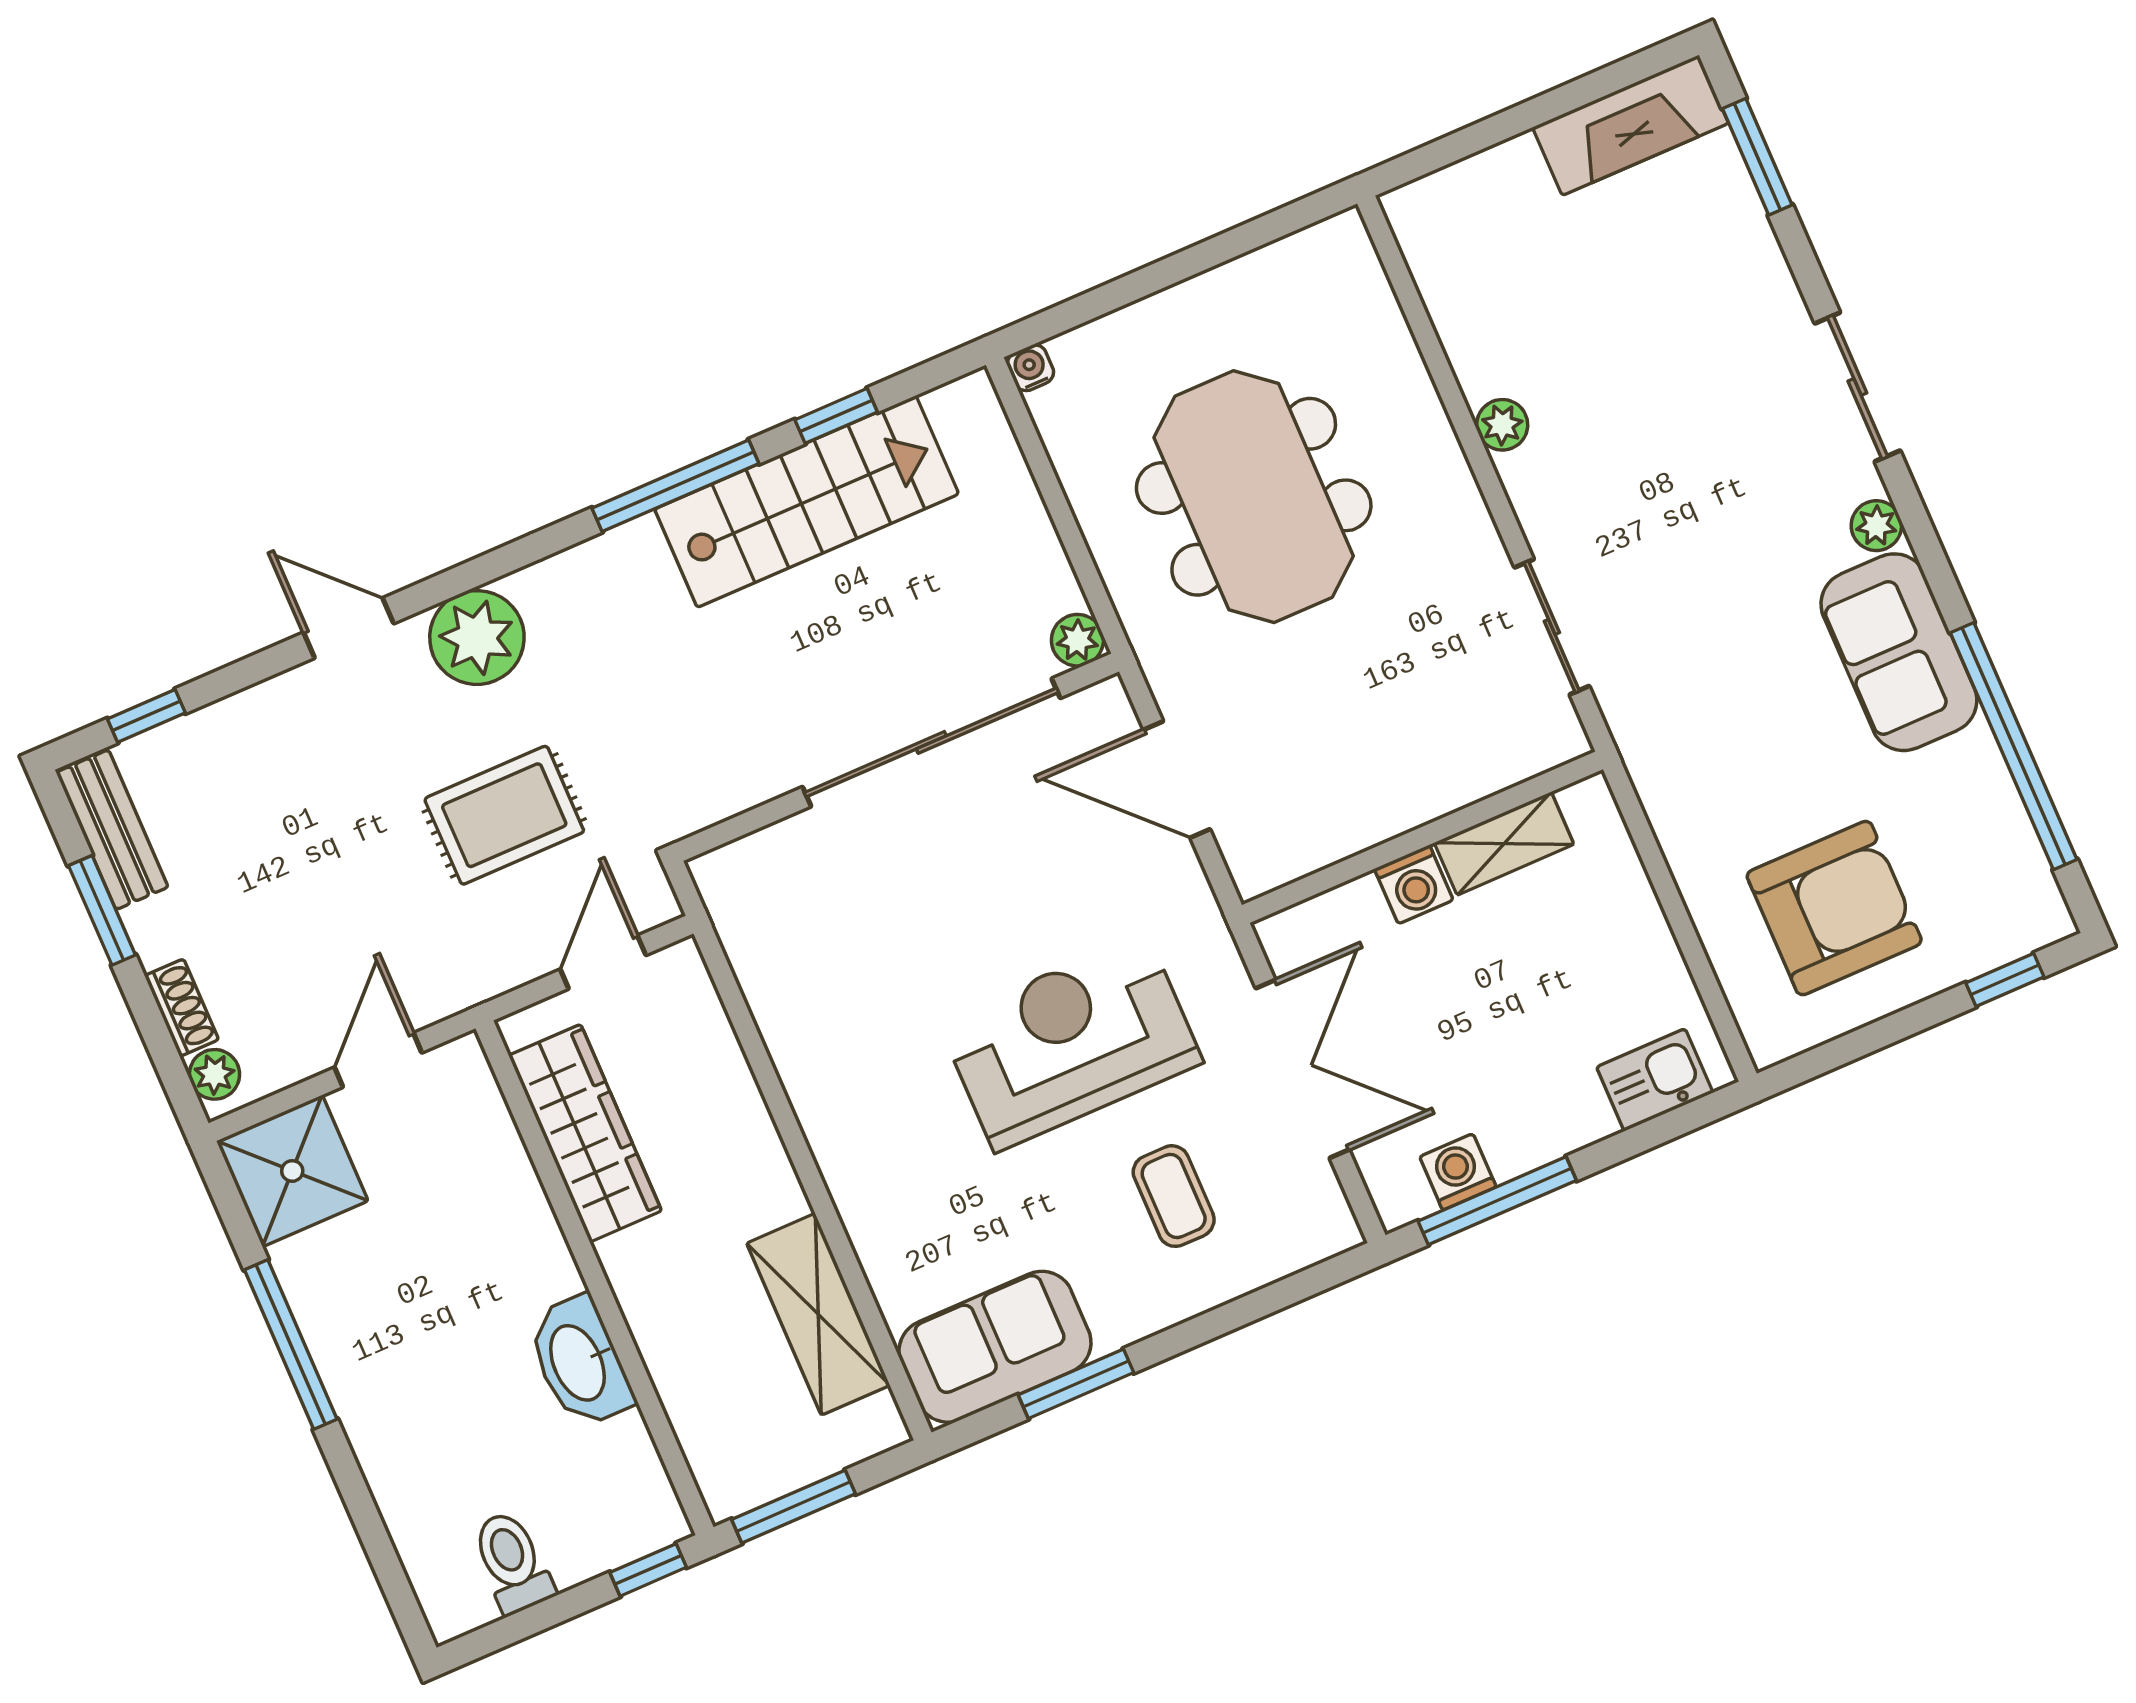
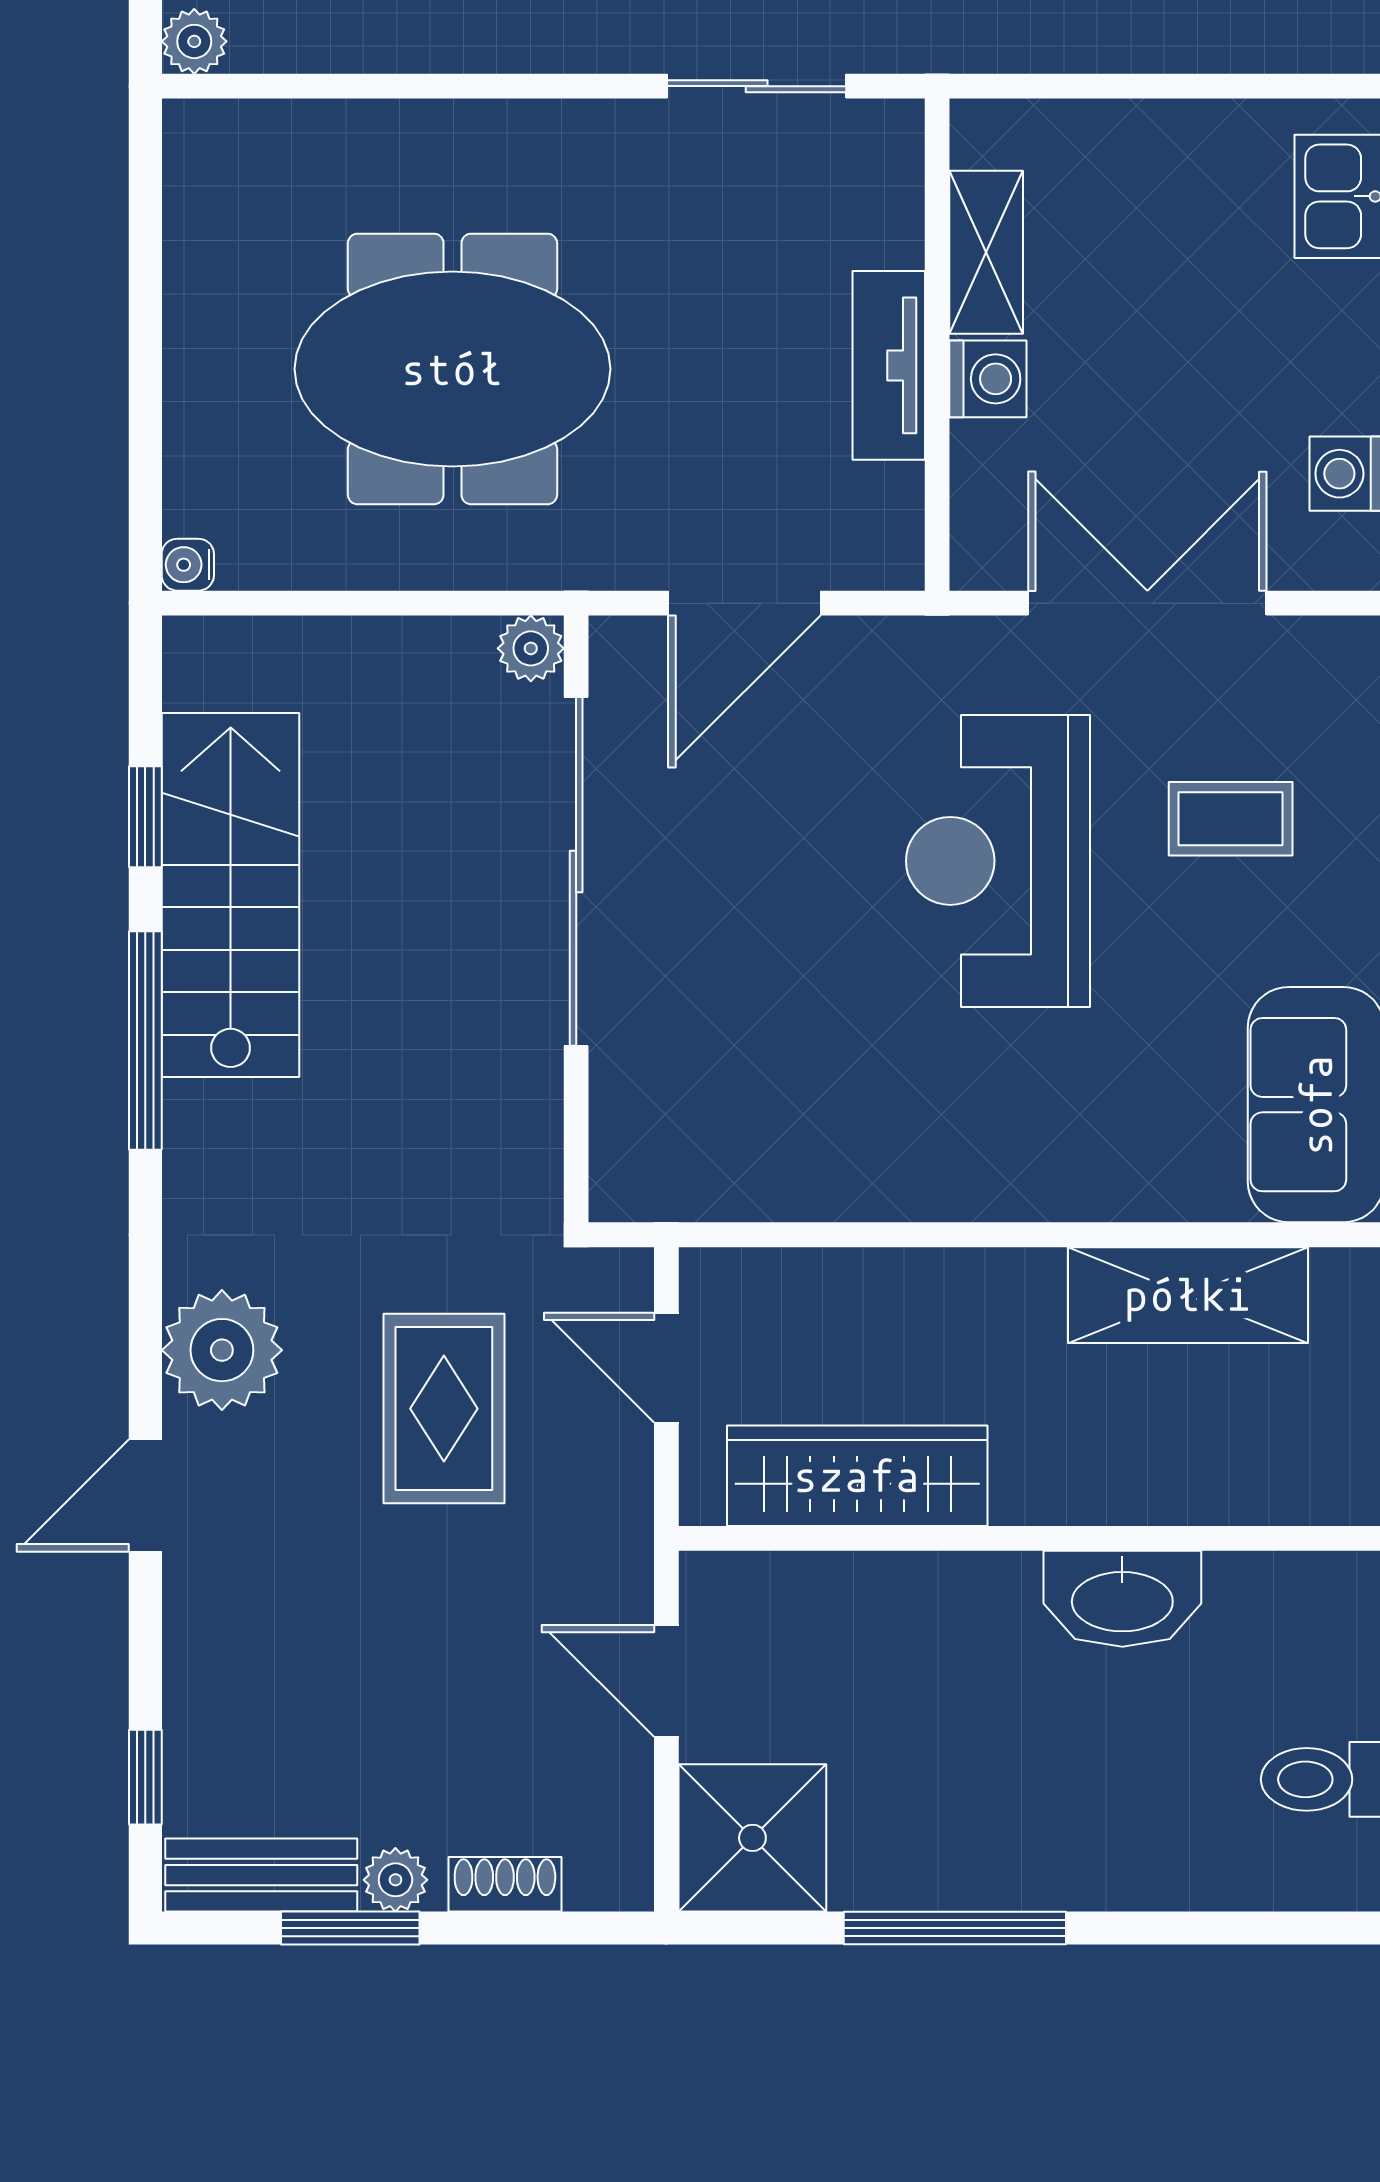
plant: (1502, 425) -> (194, 41), moved
tv unit: (1393, 809) -> (889, 365), added
plant: (214, 1074) -> (395, 1880), moved

